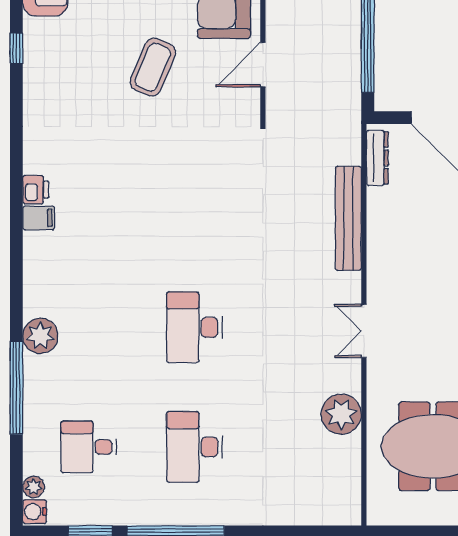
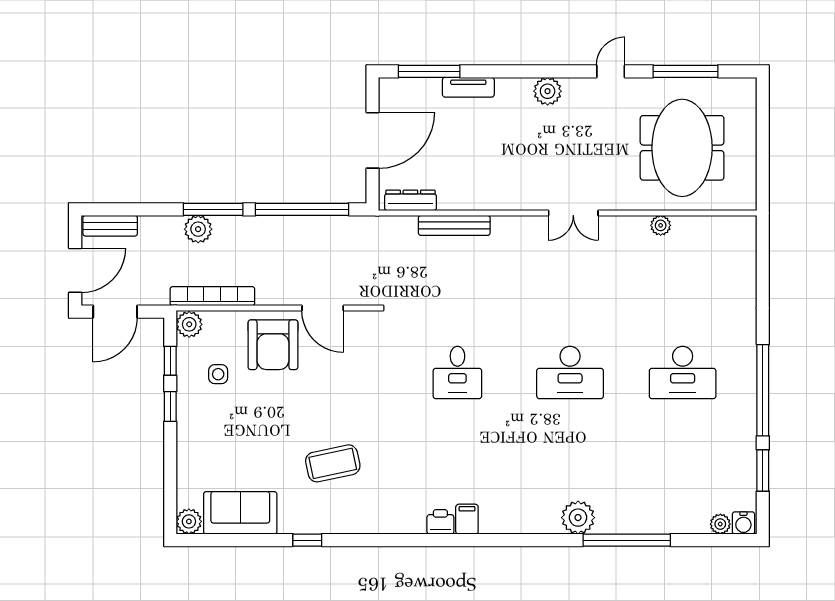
coffee table: (153, 67) -> (333, 463), moved, turned -35
bench: (348, 218) -> (454, 225), width x0.73, depth x0.82
plant: (341, 414) -> (661, 225), width x0.53, depth x0.53
desk: (89, 447) -> (457, 372), moved

